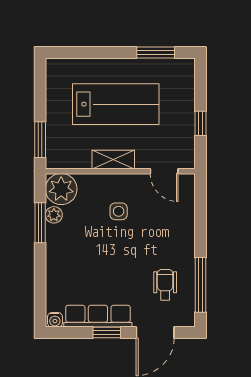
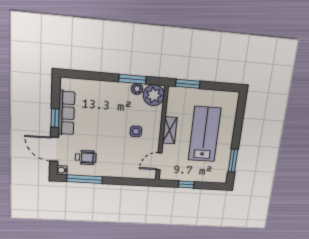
lab bench: (116, 104) -> (205, 134), turned 180
water cooler: (55, 320) -> (62, 170), moved

